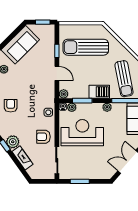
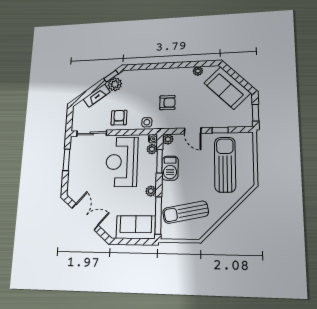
door: (57, 73) -> (193, 131), hinge flipped
barbecue: (99, 92) -> (170, 168), moved
armchair: (11, 106) -> (167, 103), moved
reception desk: (82, 133) -> (122, 162), turned 180

